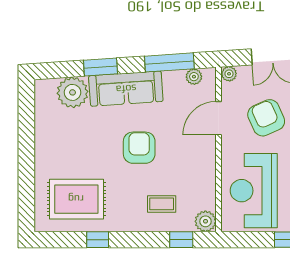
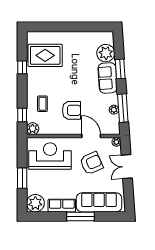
plant: (194, 77) -> (114, 110), moved
sofa: (126, 89) -> (108, 78), width x0.73
armchair: (139, 148) -> (71, 110), moved
rug: (76, 199) -> (45, 55), turned 90

